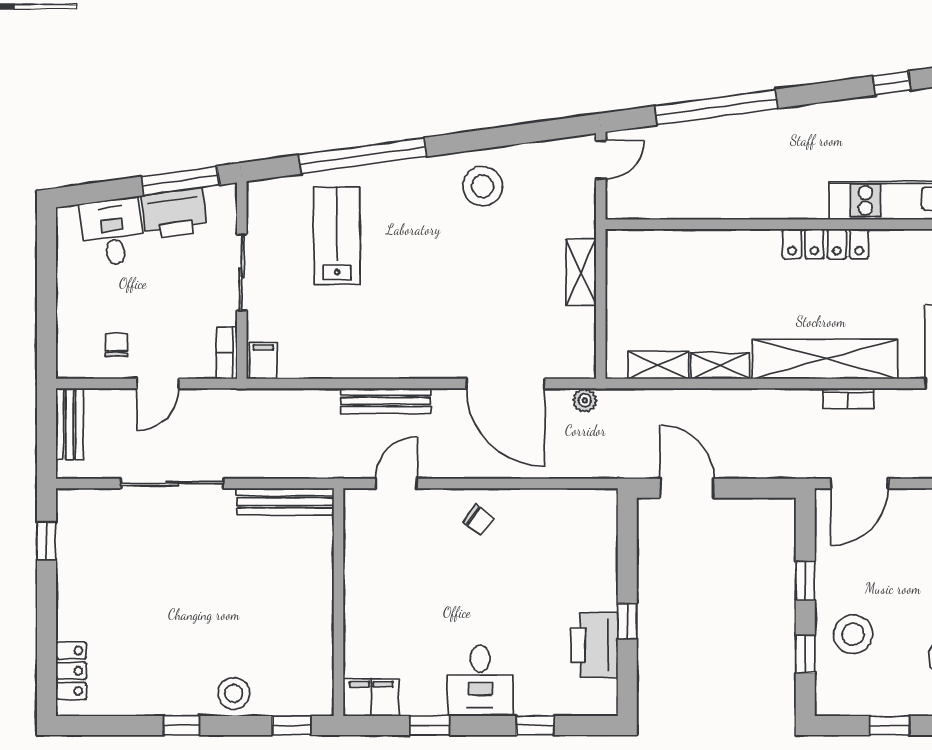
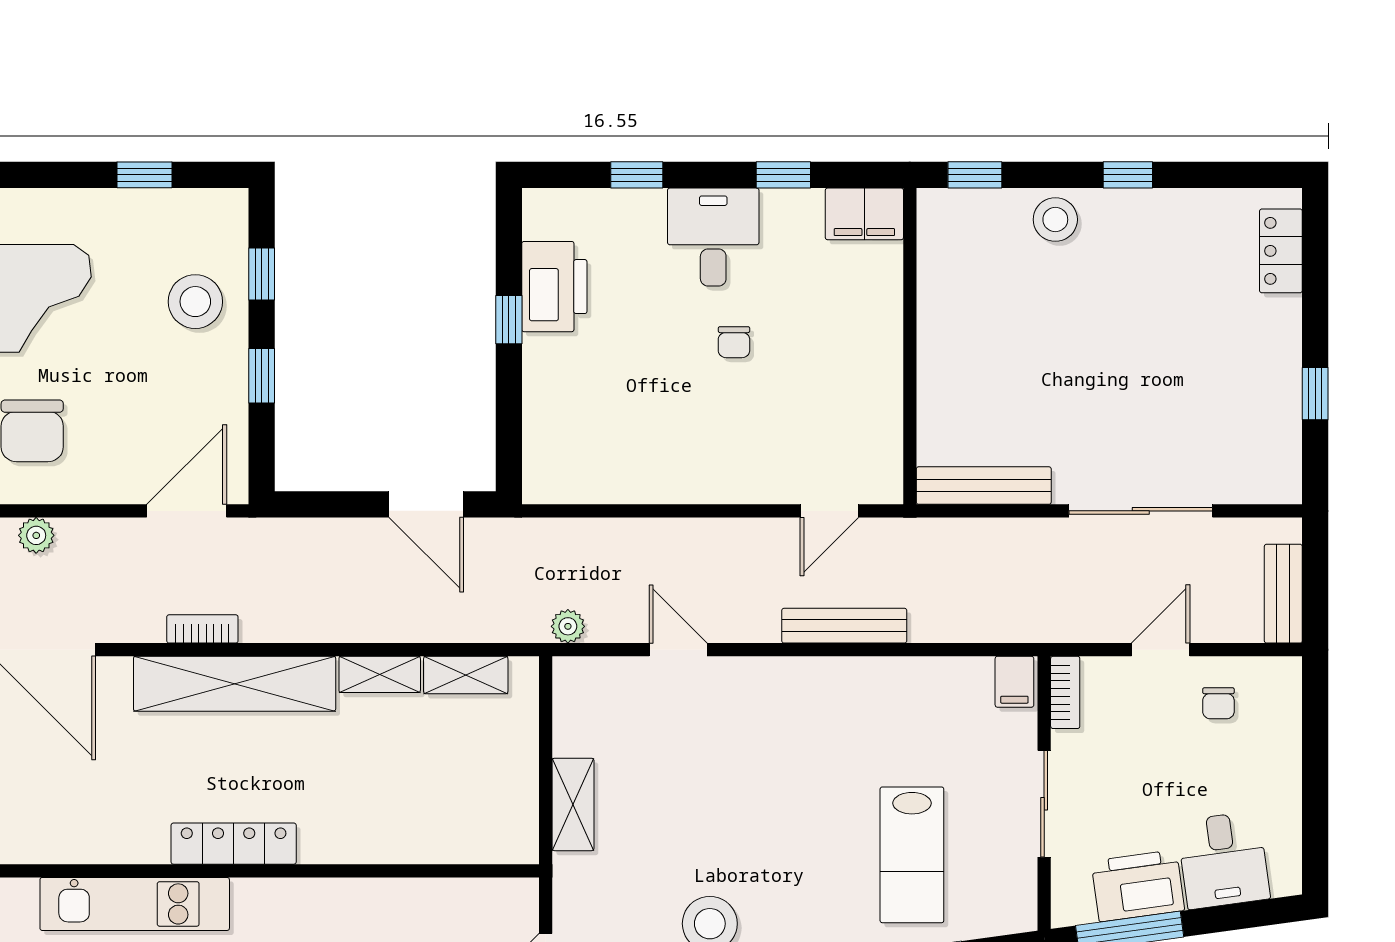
door: (505, 384) -> (678, 650), width x0.53
chair: (478, 520) -> (734, 342), moved, turned -126
window: (47, 541) -> (1315, 394), moved

